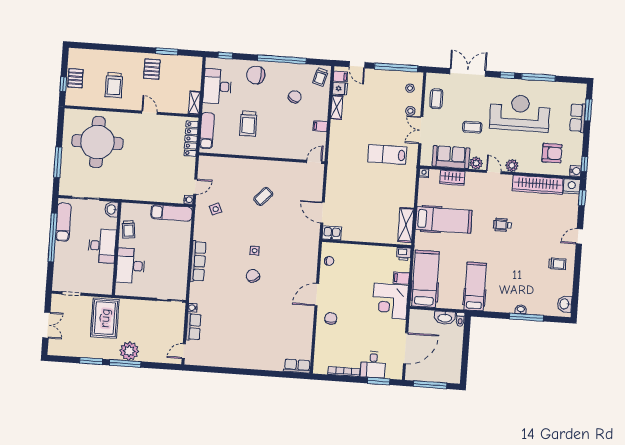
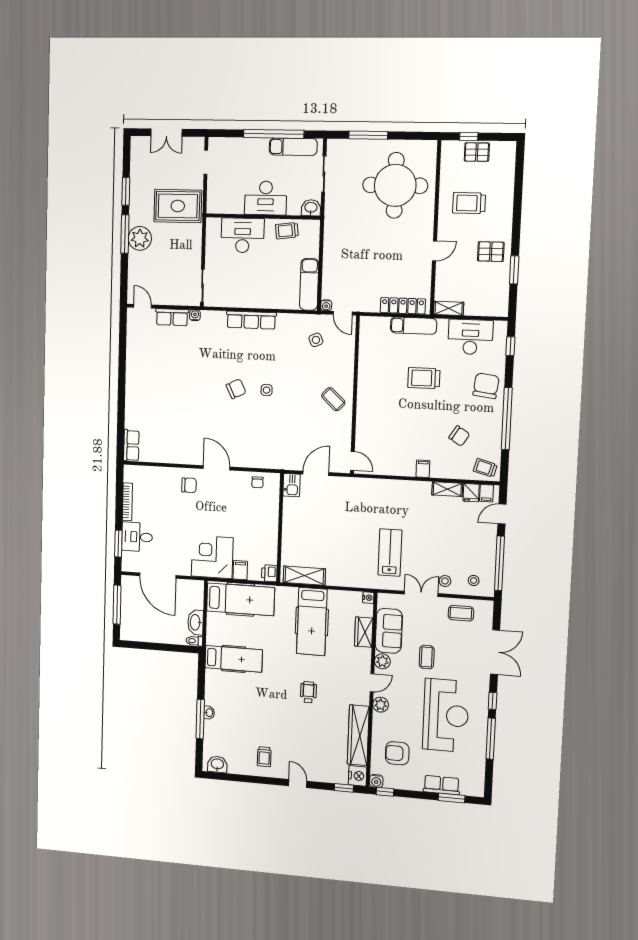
armchair: (552, 153) -> (397, 753), turned 90
wall: (262, 158) -> (355, 395), moved
door: (314, 162) -> (352, 461), moved

